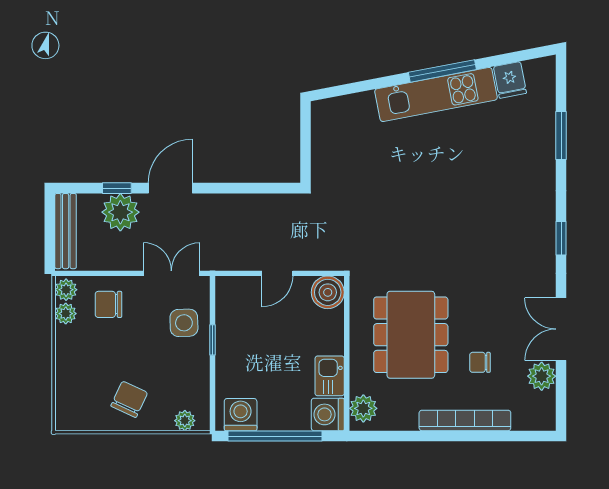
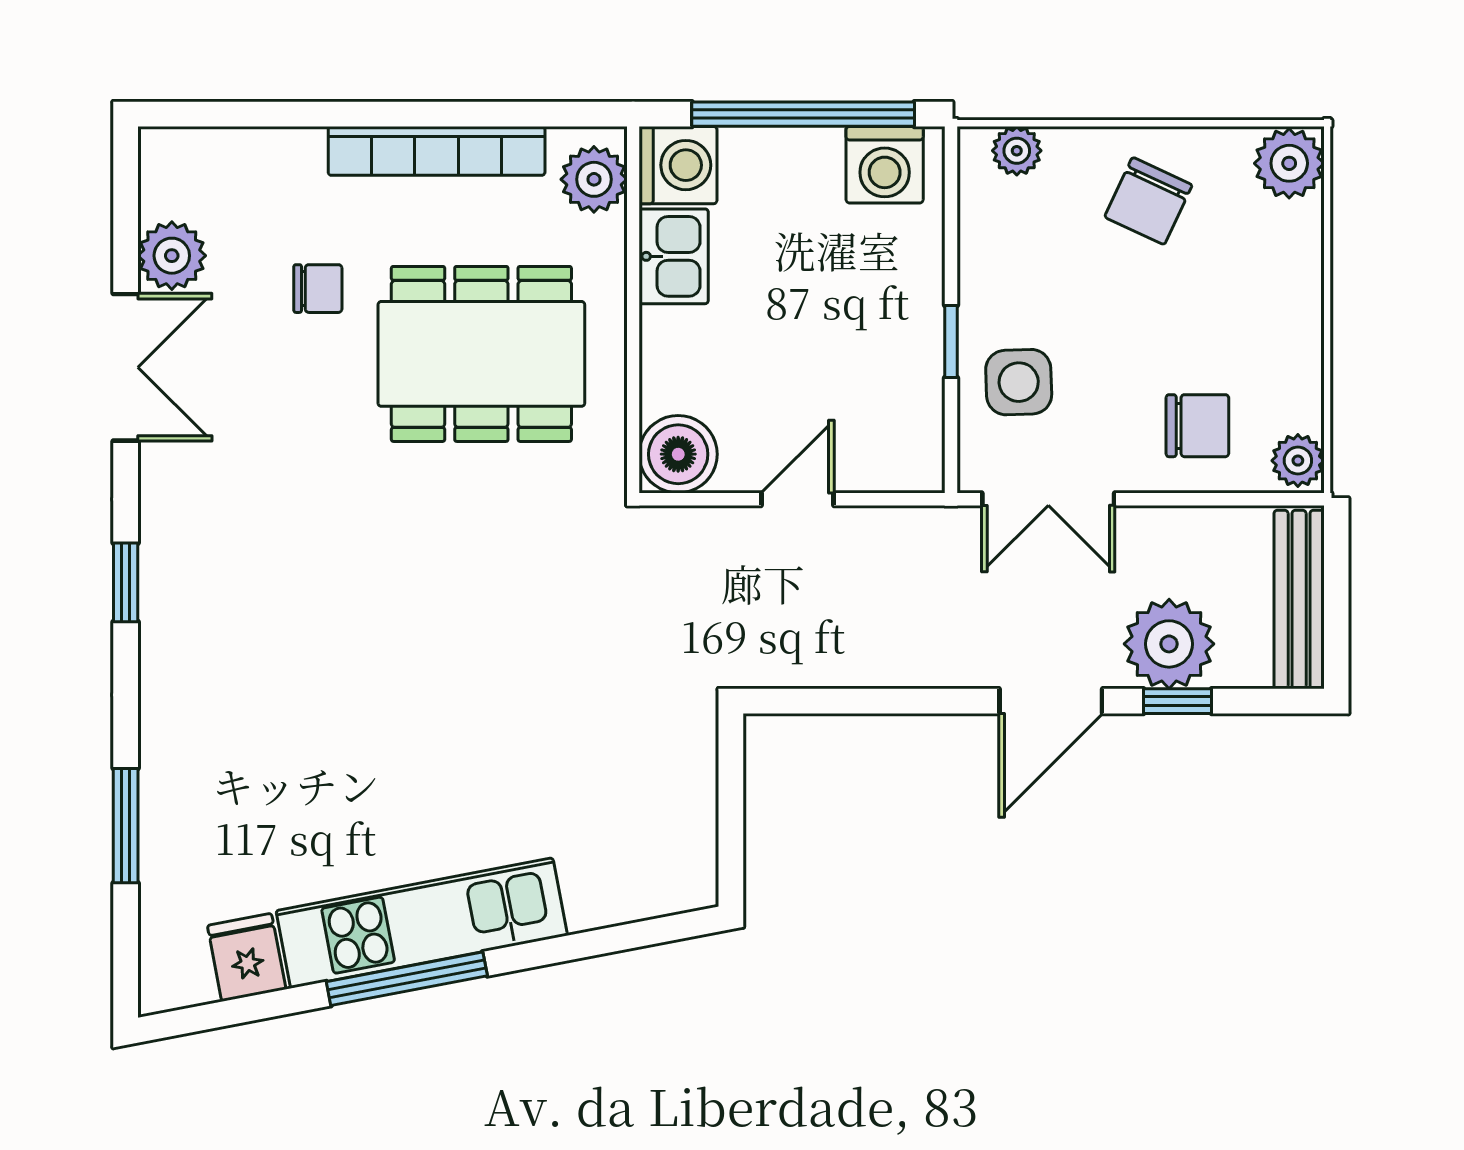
plant: (66, 314) -> (1289, 163), moved, width x1.38, depth x1.38
dining table: (411, 335) -> (481, 354), turned 90
bookcase: (465, 420) -> (437, 151), moved

